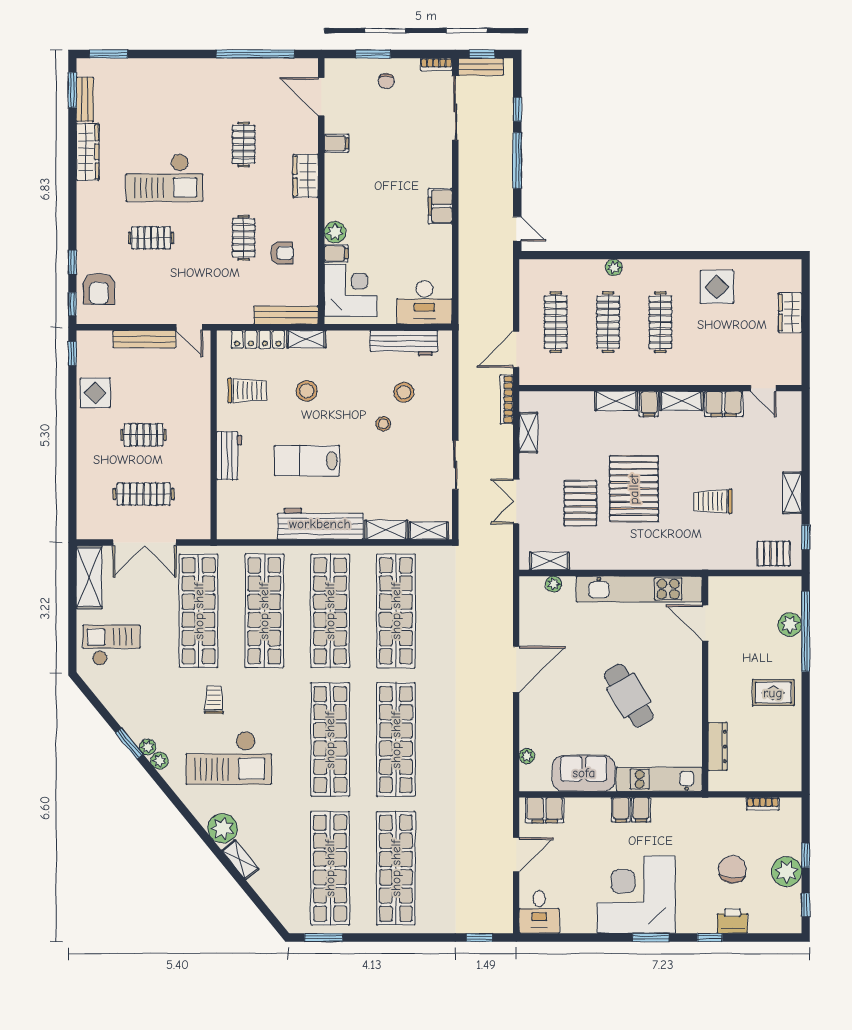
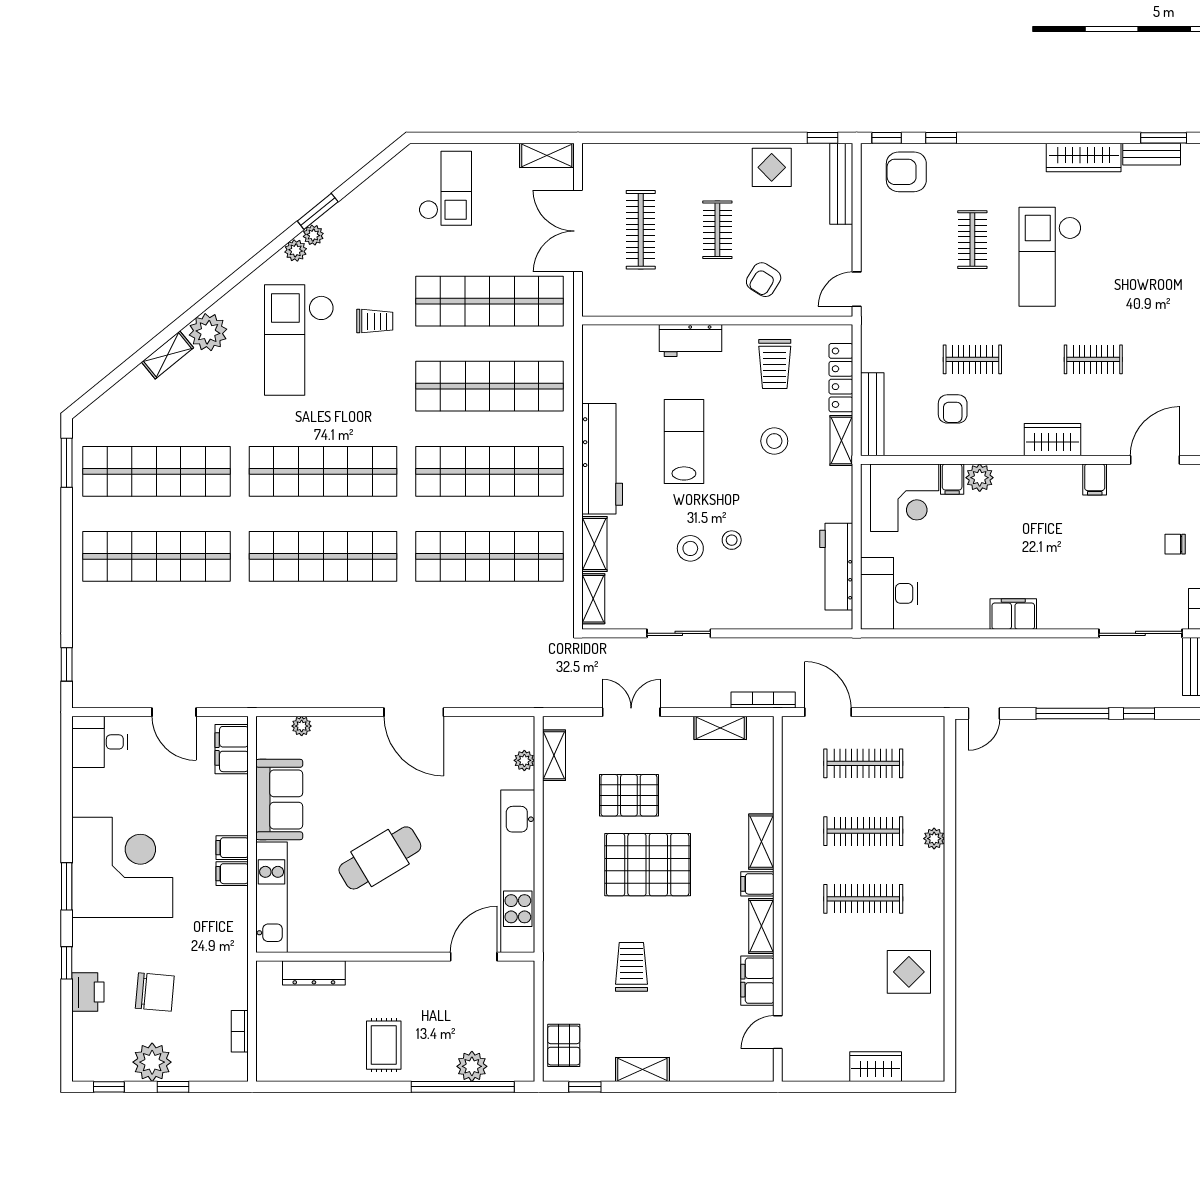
bench: (144, 339) -> (841, 184), moved
stool: (404, 392) -> (690, 548), moved
armchair: (182, 399) -> (764, 280), added
shelving: (89, 577) -> (547, 155), width x0.67, depth x0.75

